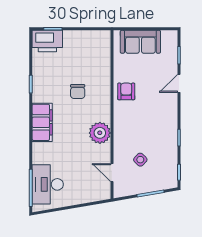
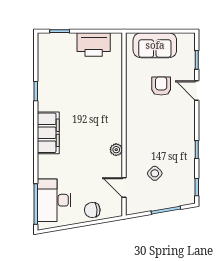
printer: (47, 41) -> (94, 45), moved
door: (179, 83) -> (197, 90), hinge flipped
armchair: (126, 91) -> (161, 86), moved
chair: (78, 92) -> (92, 210), moved, turned 86
plant: (100, 133) -> (116, 150), width x0.53, depth x0.53

